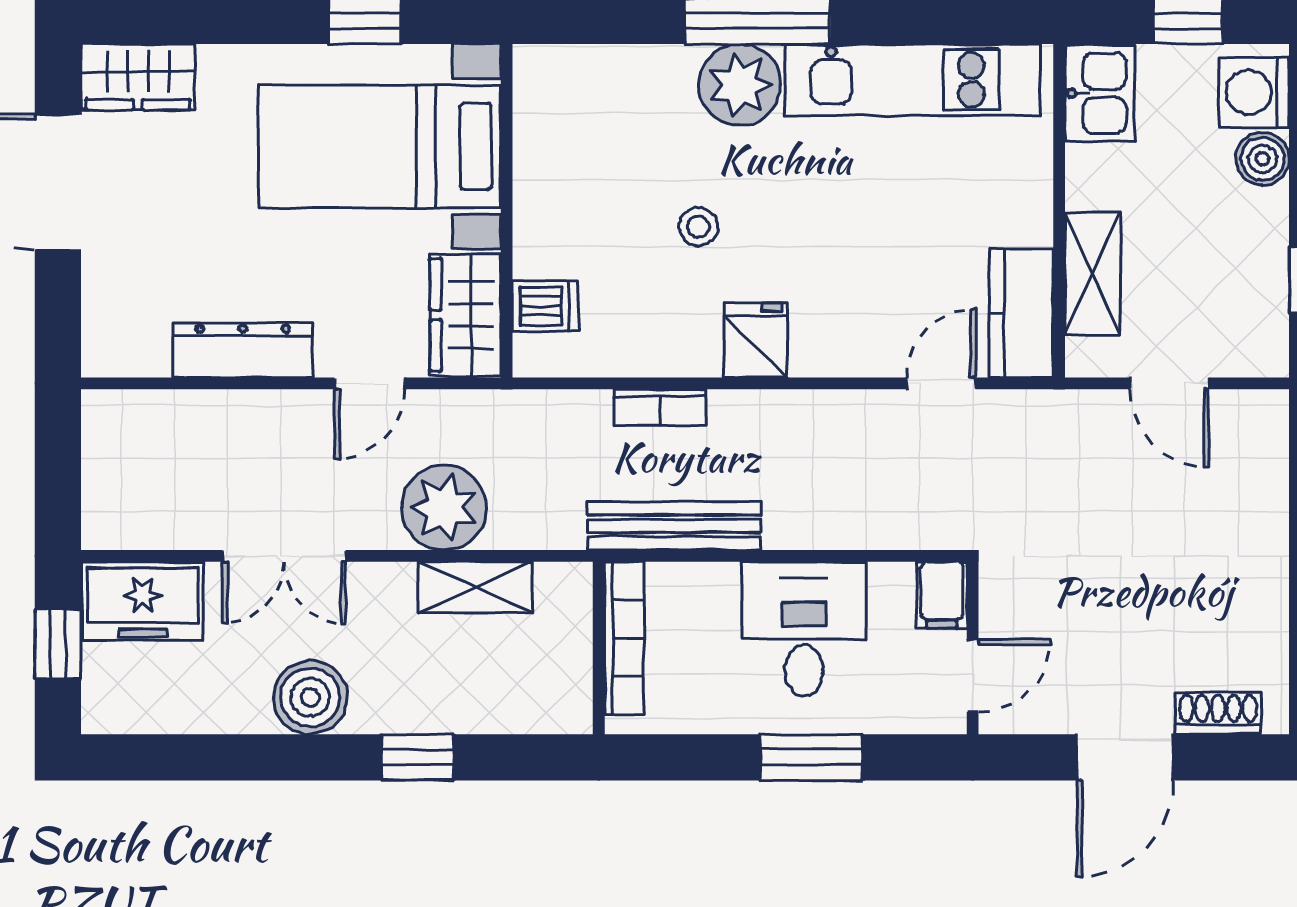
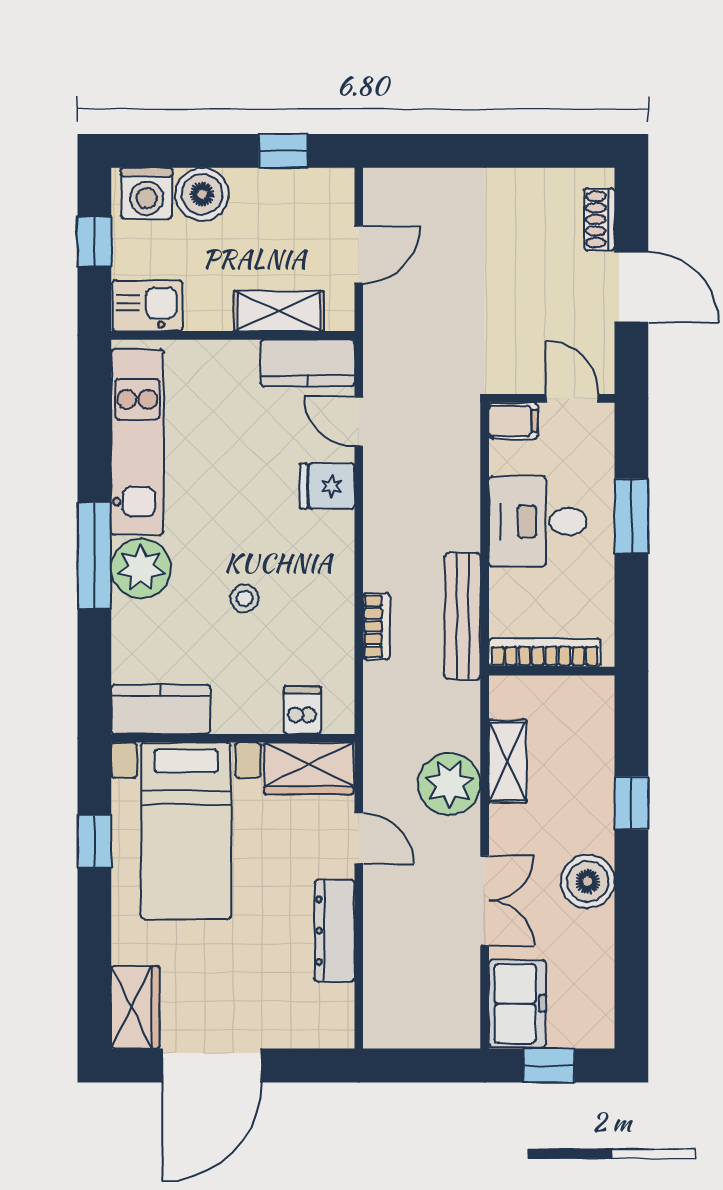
kitchen counter: (546, 112) -> (161, 709), added
boiler: (1262, 159) -> (202, 194), width x1.36, depth x1.36
fridge: (756, 340) -> (327, 486), moved

